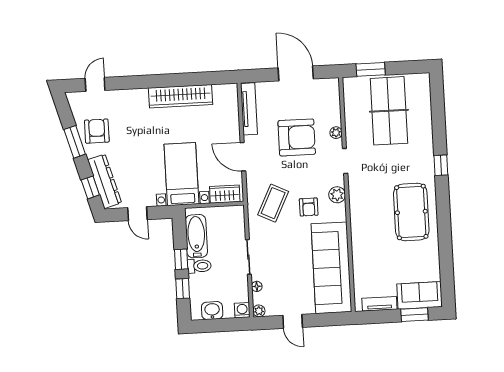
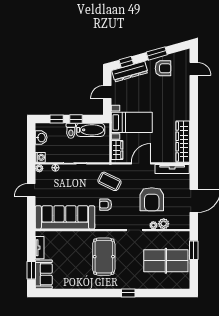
wardrobe: (180, 96) -> (183, 142), moved
plant: (337, 195) -> (164, 224), moved
pool table: (411, 212) -> (104, 257), moved, turned 90

